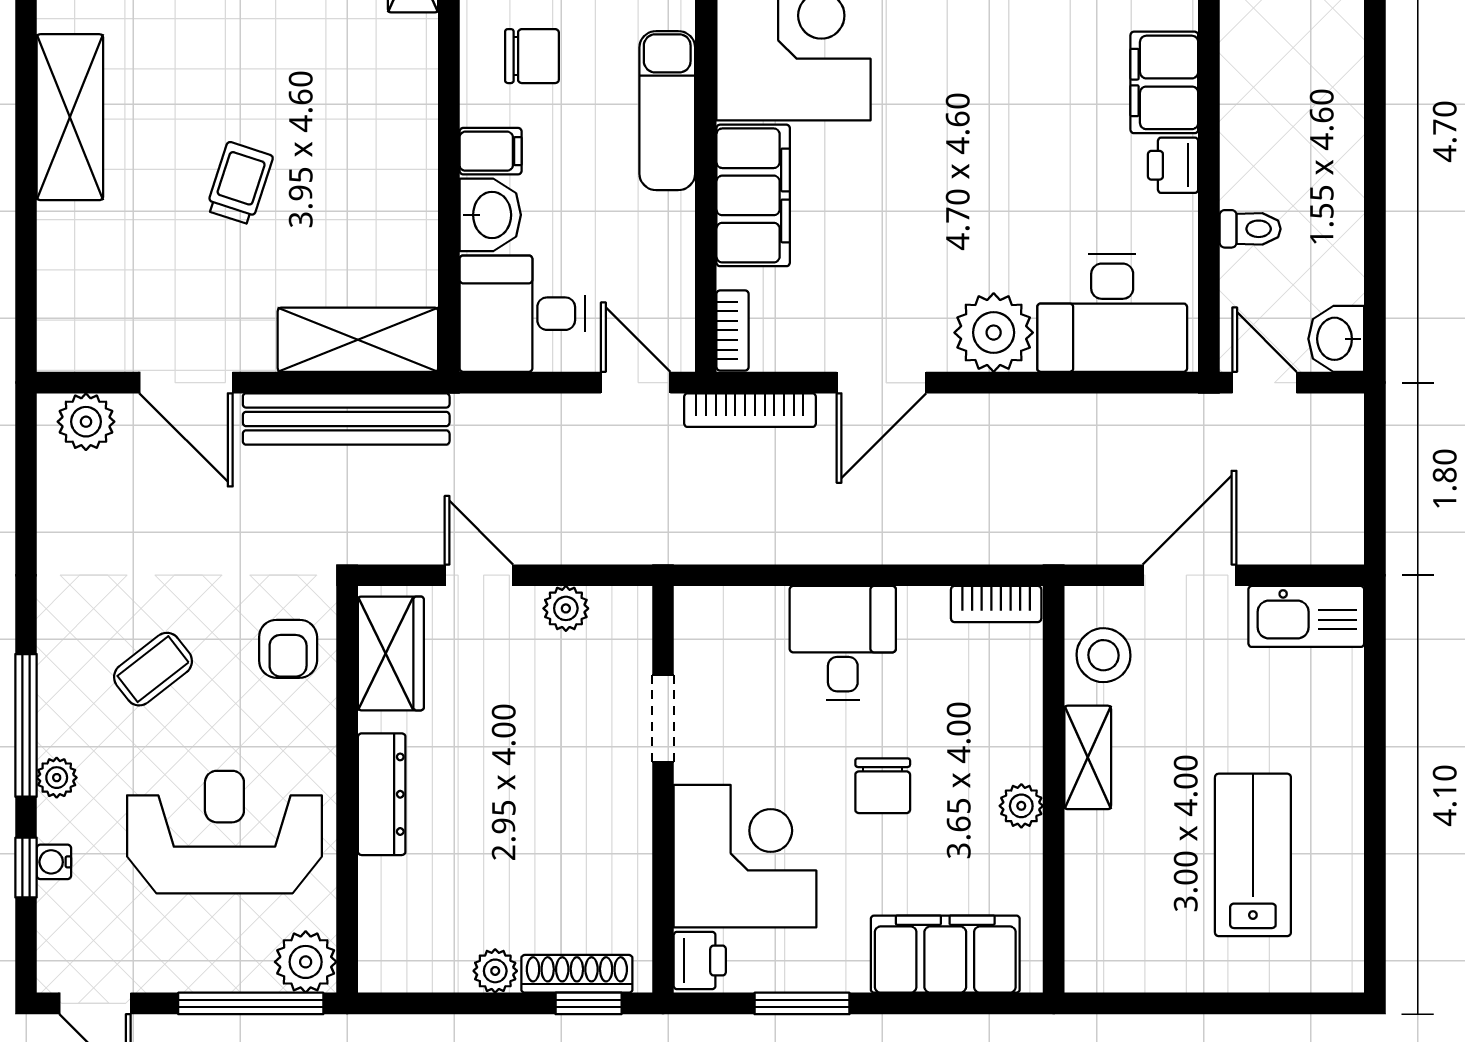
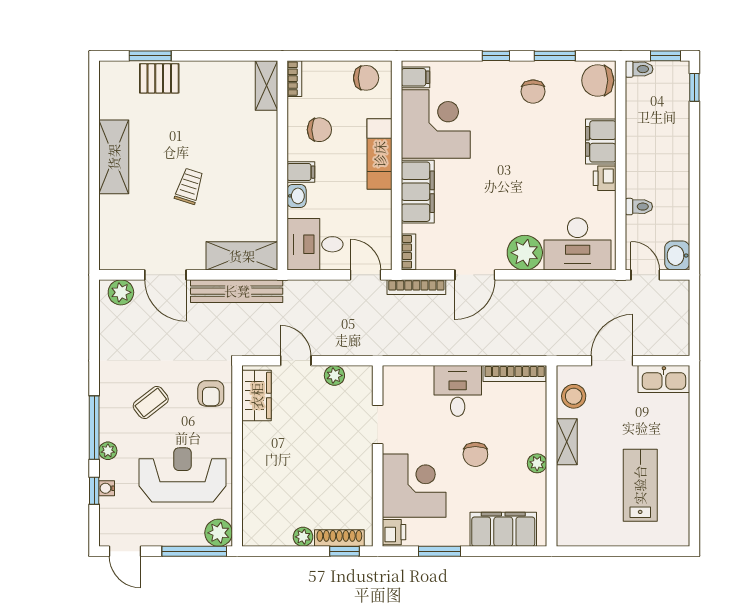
washbasin: (490, 215) -> (297, 196), width x0.72, depth x0.69
bookcase: (996, 604) -> (515, 374), width x1.56
dresser: (382, 794) -> (252, 458), removed

